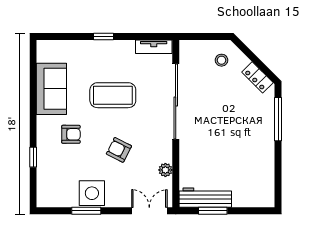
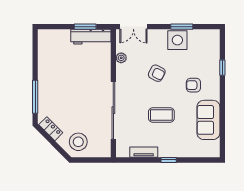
tv unit: (154, 47) -> (144, 152), moved
stool: (222, 60) -> (78, 142), width x1.89, depth x1.89
coffee table: (113, 95) -> (161, 115), width x0.73, depth x0.76

